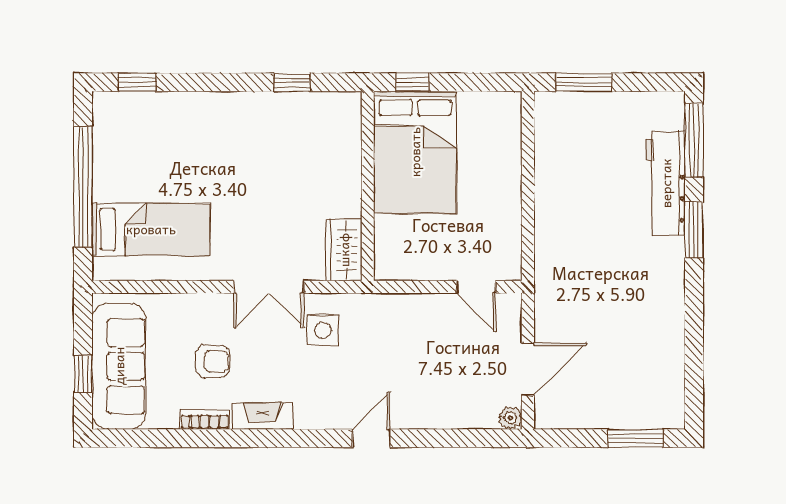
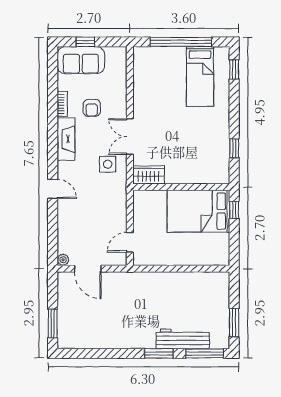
window: (584, 82) -> (234, 323), moved
bed: (151, 229) -> (200, 76), moved
sofa: (119, 366) -> (81, 60), width x0.73
fireplace: (262, 416) -> (66, 139), width x1.37, depth x1.32

